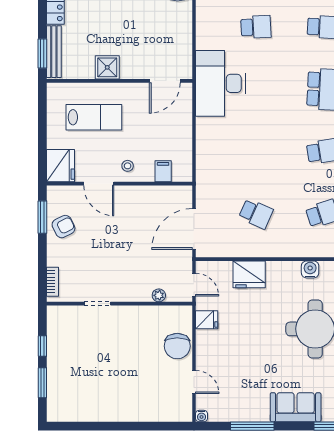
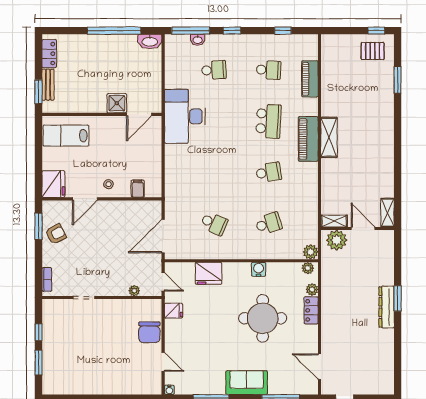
bench: (54, 52) -> (48, 85), width x0.73
shower: (107, 67) -> (117, 103), moved
lab bench: (94, 117) -> (66, 136), moved, turned 180
door: (99, 184) -> (85, 199), hinge flipped

